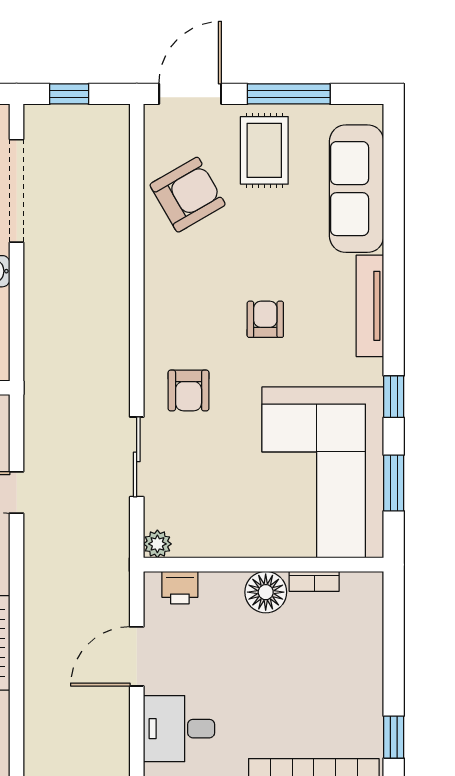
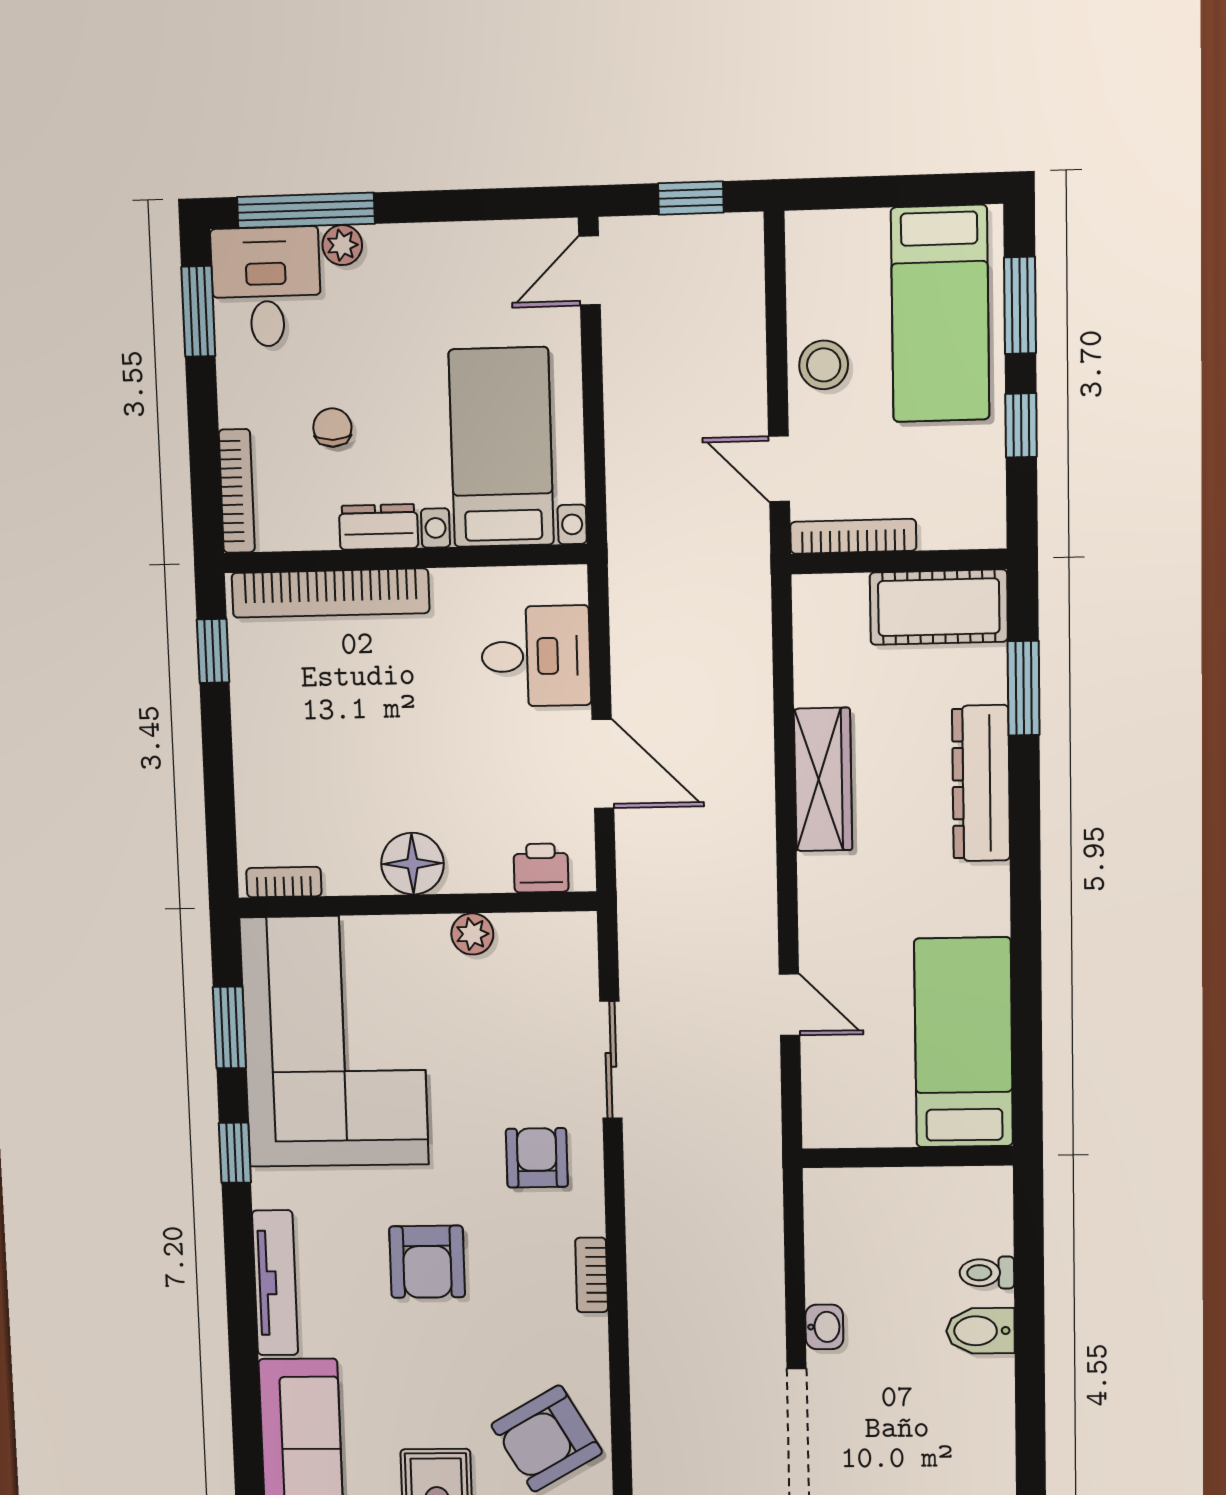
bookcase: (154, 309) -> (592, 1275), added
armchair: (265, 319) -> (427, 1262), width x1.38, depth x1.38
plant: (157, 544) -> (472, 934), moved
bookcase: (314, 581) -> (284, 882), moved
door: (137, 656) -> (603, 764), hinge flipped

